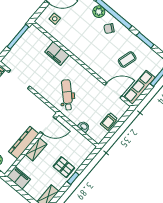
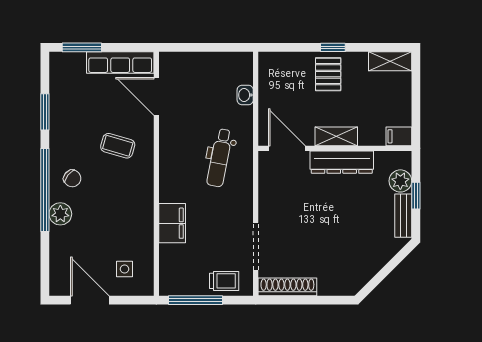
coffee table: (127, 60) -> (118, 146), moved
dental chair: (67, 95) -> (220, 158), turned -33
trolley: (109, 121) -> (224, 281), moved
filing cabinet: (19, 178) -> (399, 136), width x0.50

